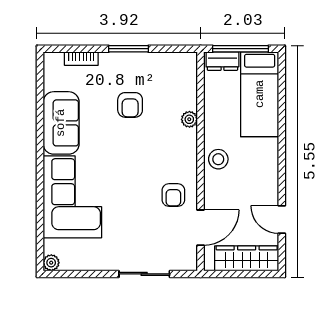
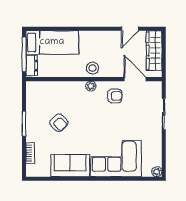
armchair: (130, 105) -> (59, 123), turned 47
plant: (189, 119) -> (91, 86), moved

